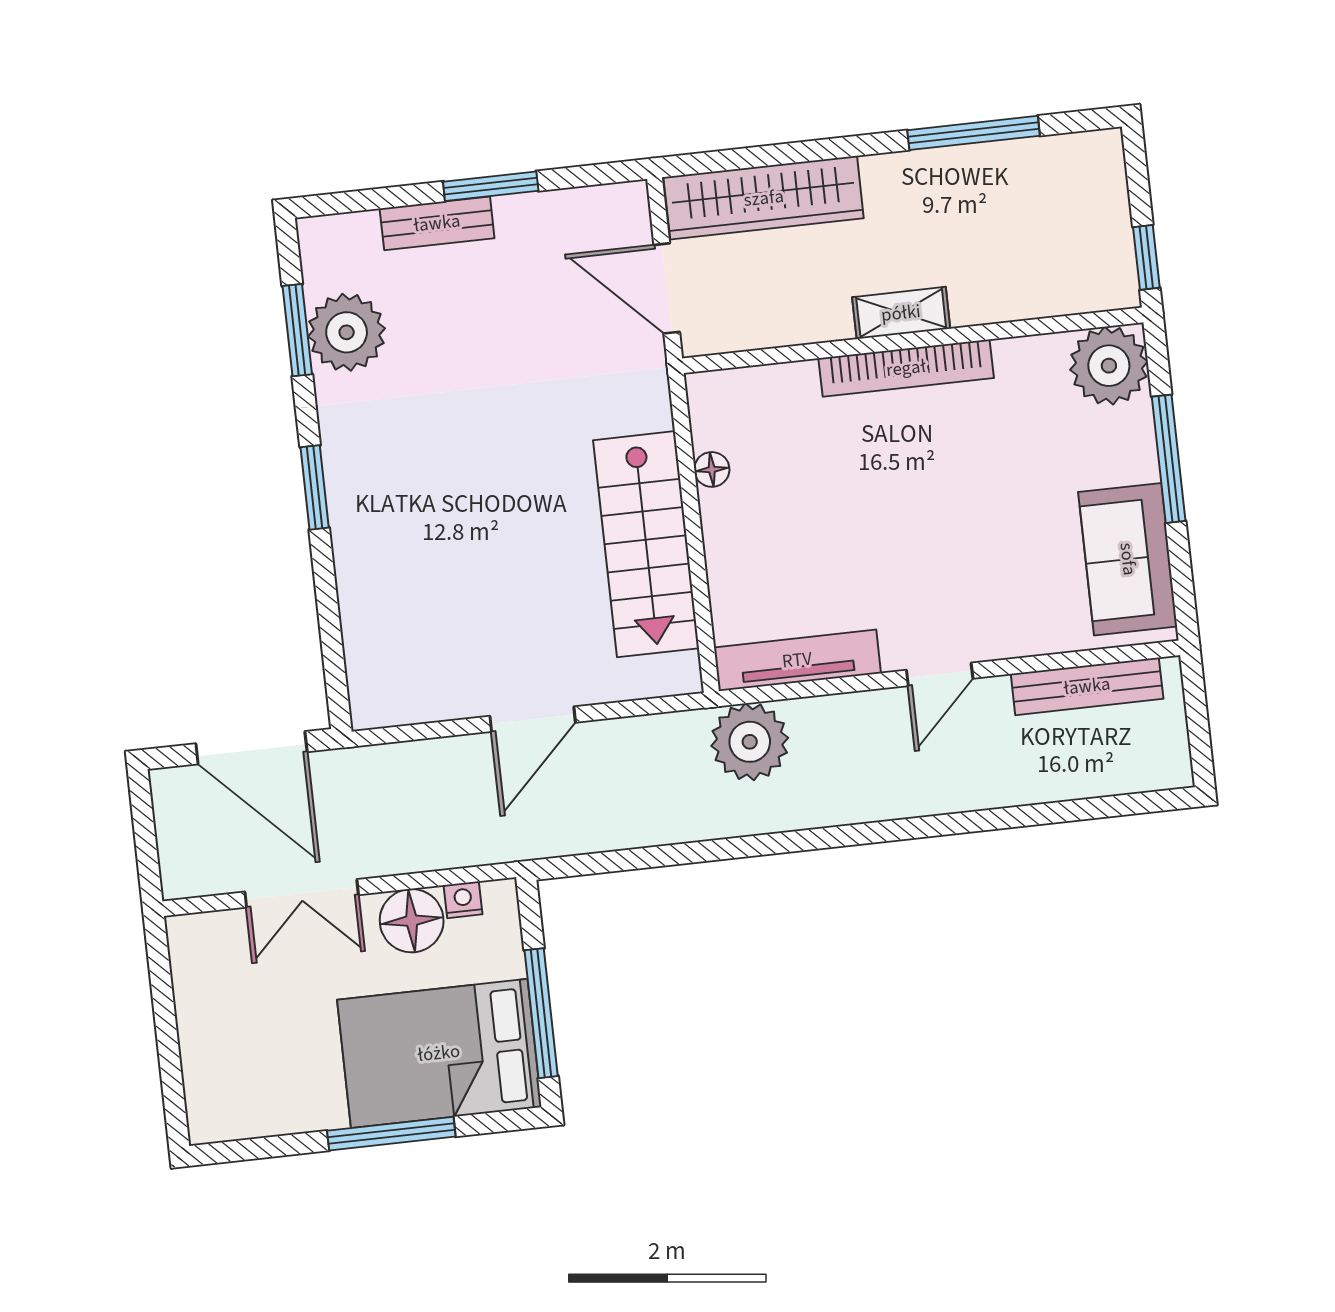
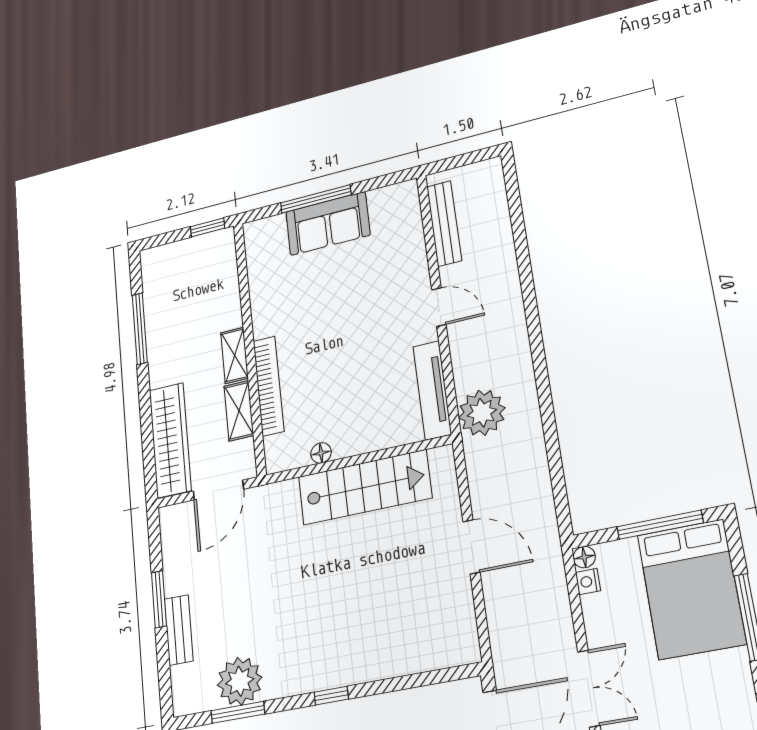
shelving: (801, 323) -> (239, 411), added
plant: (1109, 366) -> (265, 238), removed
bookcase: (906, 368) -> (268, 386), moved
window: (315, 487) -> (331, 696), width x0.67
sofa: (1128, 559) -> (328, 223), moved
floor lamp: (412, 921) -> (584, 557), moved, width x0.53, depth x0.53

